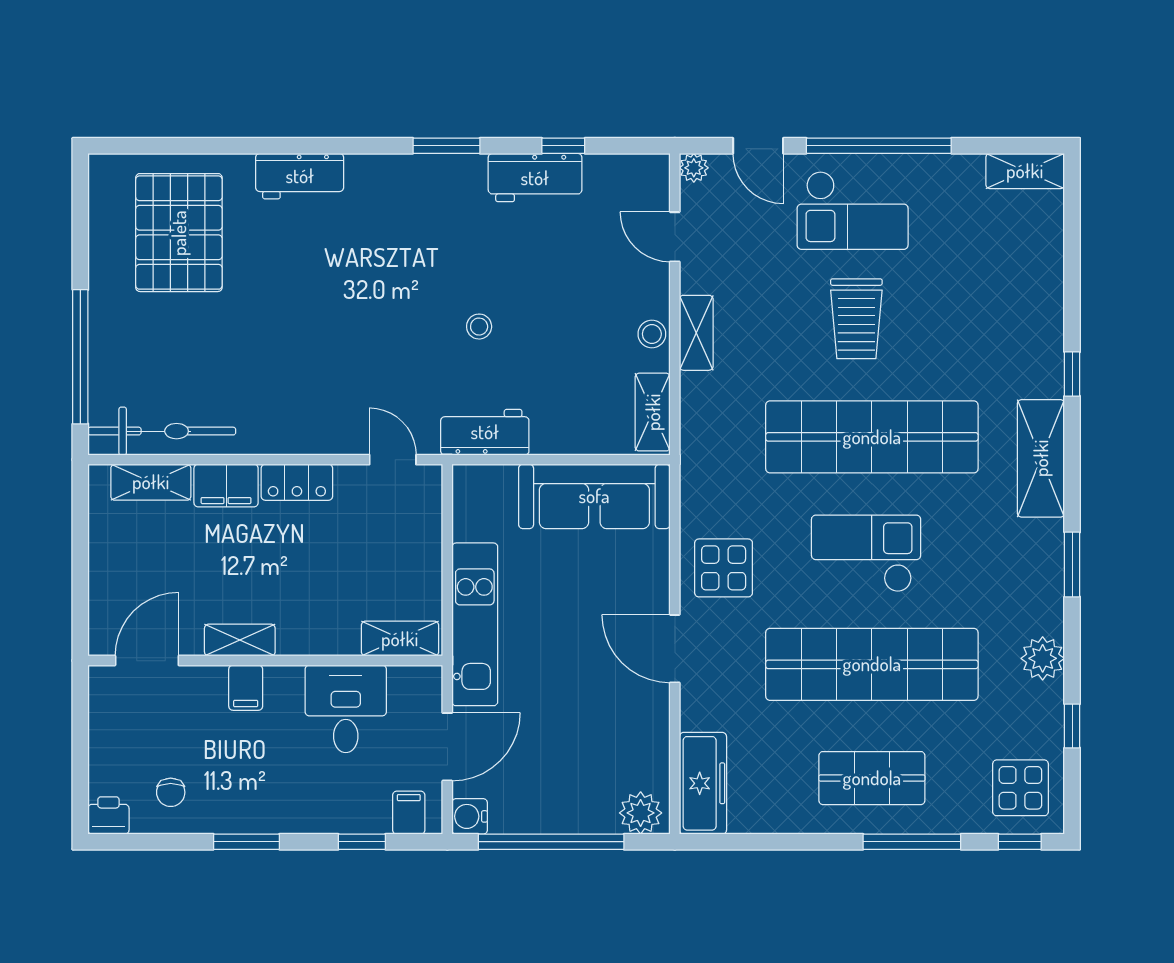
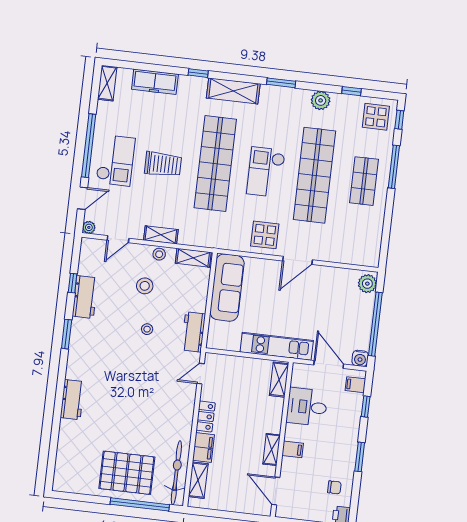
pallet: (179, 233) -> (127, 473), moved
stool: (576, 310) -> (145, 286), added
freezer: (703, 783) -> (155, 82), moved, turned 180

